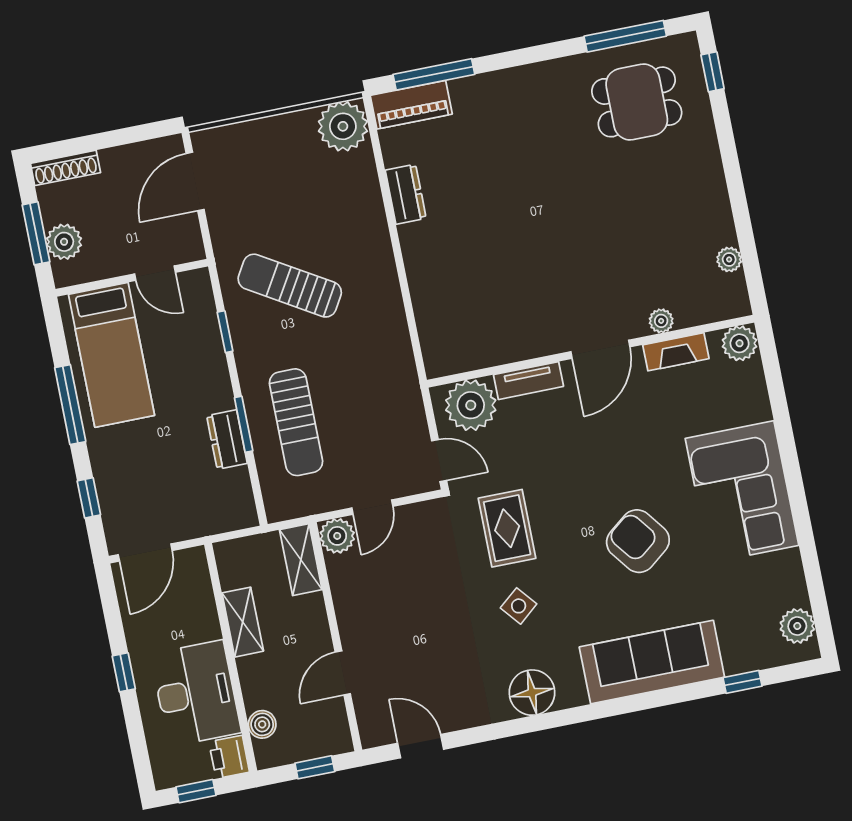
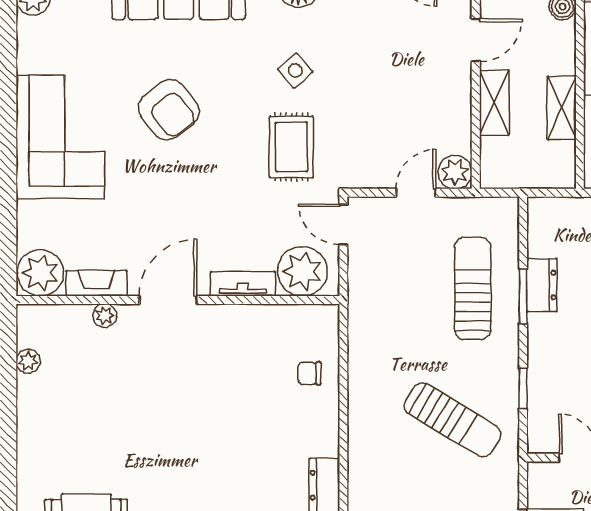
chair: (443, 304) -> (309, 373), added
plant: (740, 343) -> (40, 273), width x1.36, depth x1.36
shelving: (301, 560) -> (494, 103), moved

